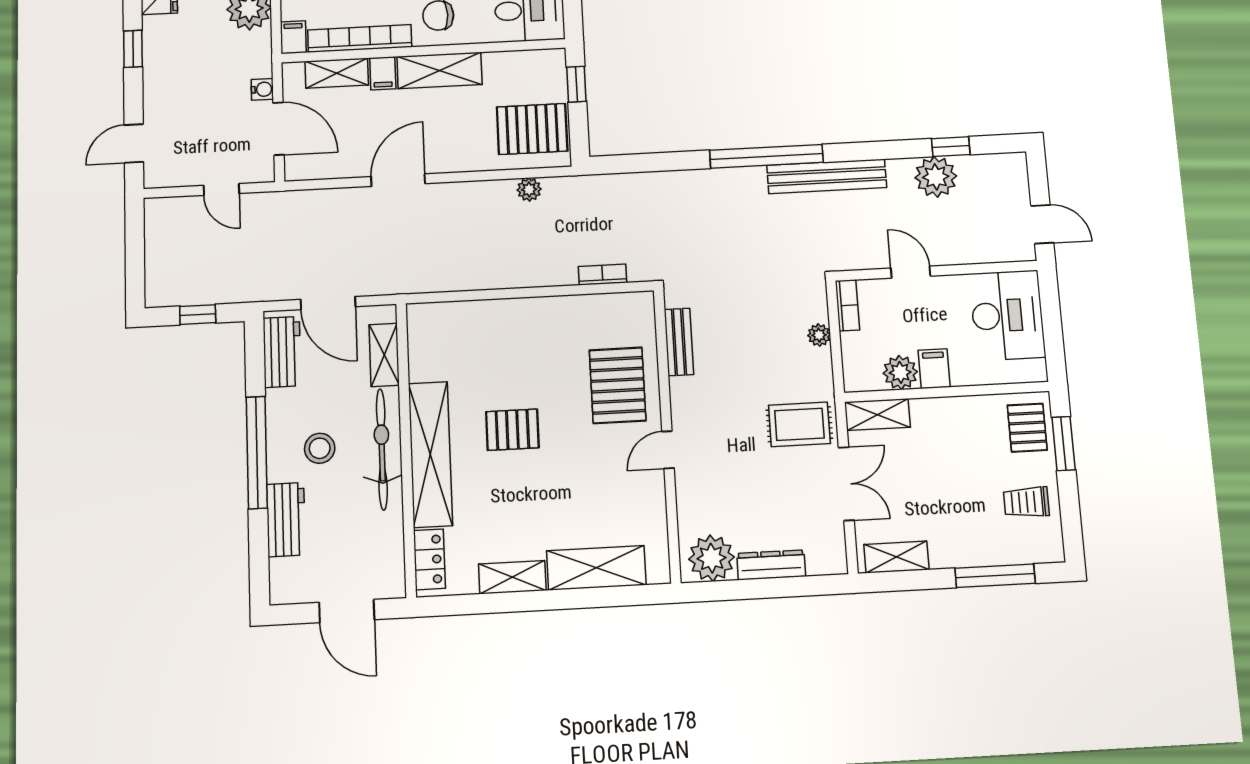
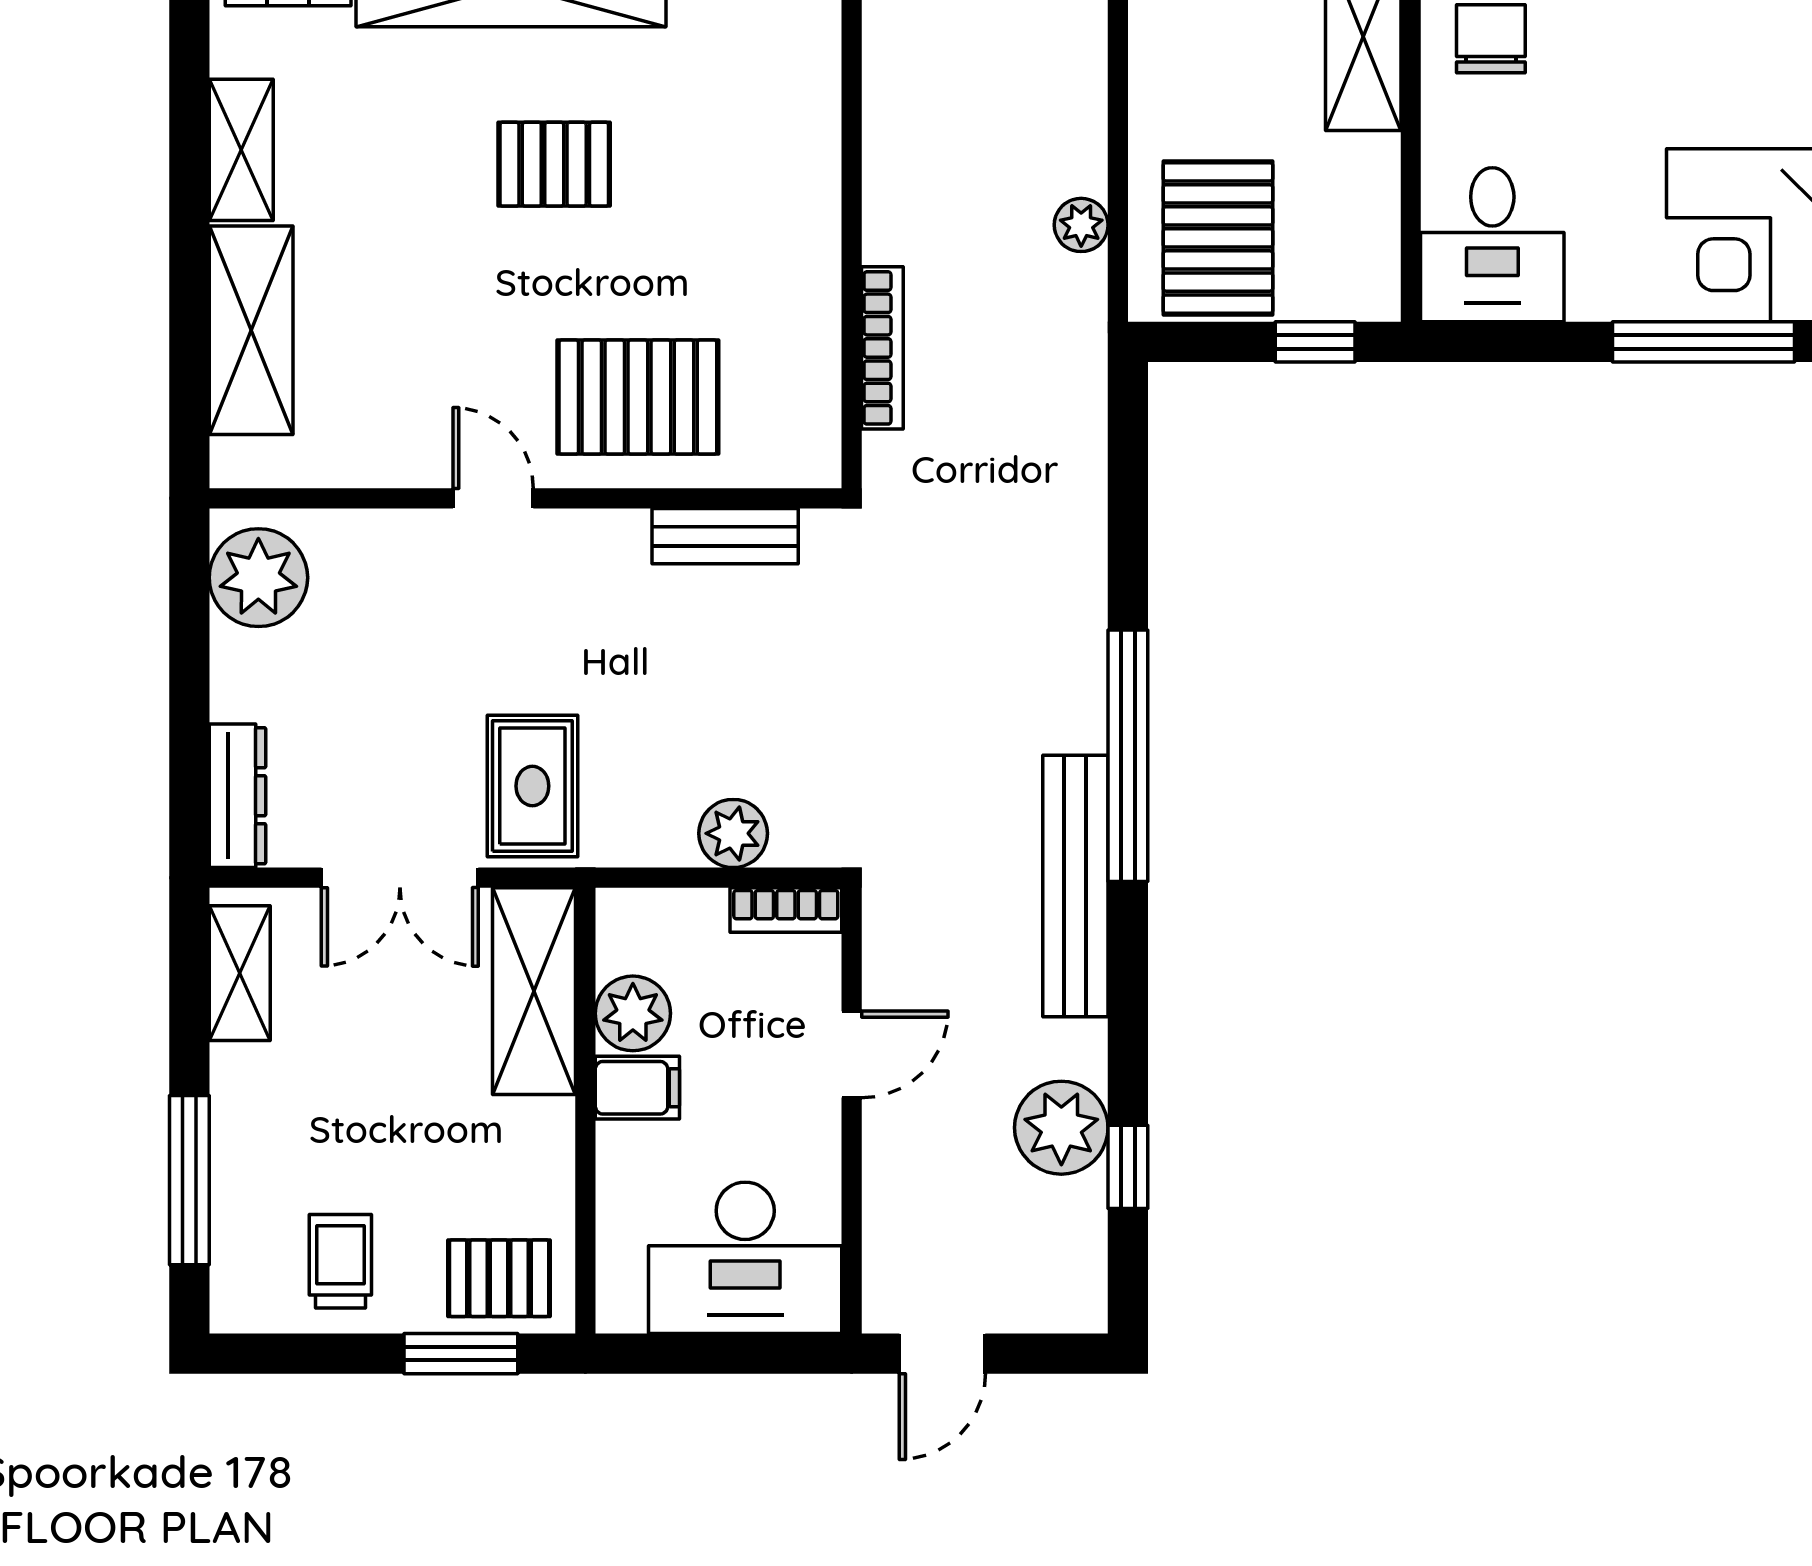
bookcase: (602, 275) -> (882, 348), width x1.56
plant: (819, 335) -> (733, 833), width x1.38, depth x1.38
shelving: (877, 415) -> (534, 991), width x1.50, depth x1.33
pallet: (512, 430) -> (554, 164), turned 90
dresser: (771, 565) -> (237, 796), moved

